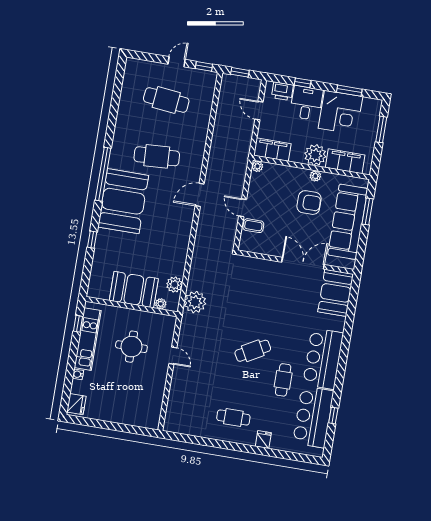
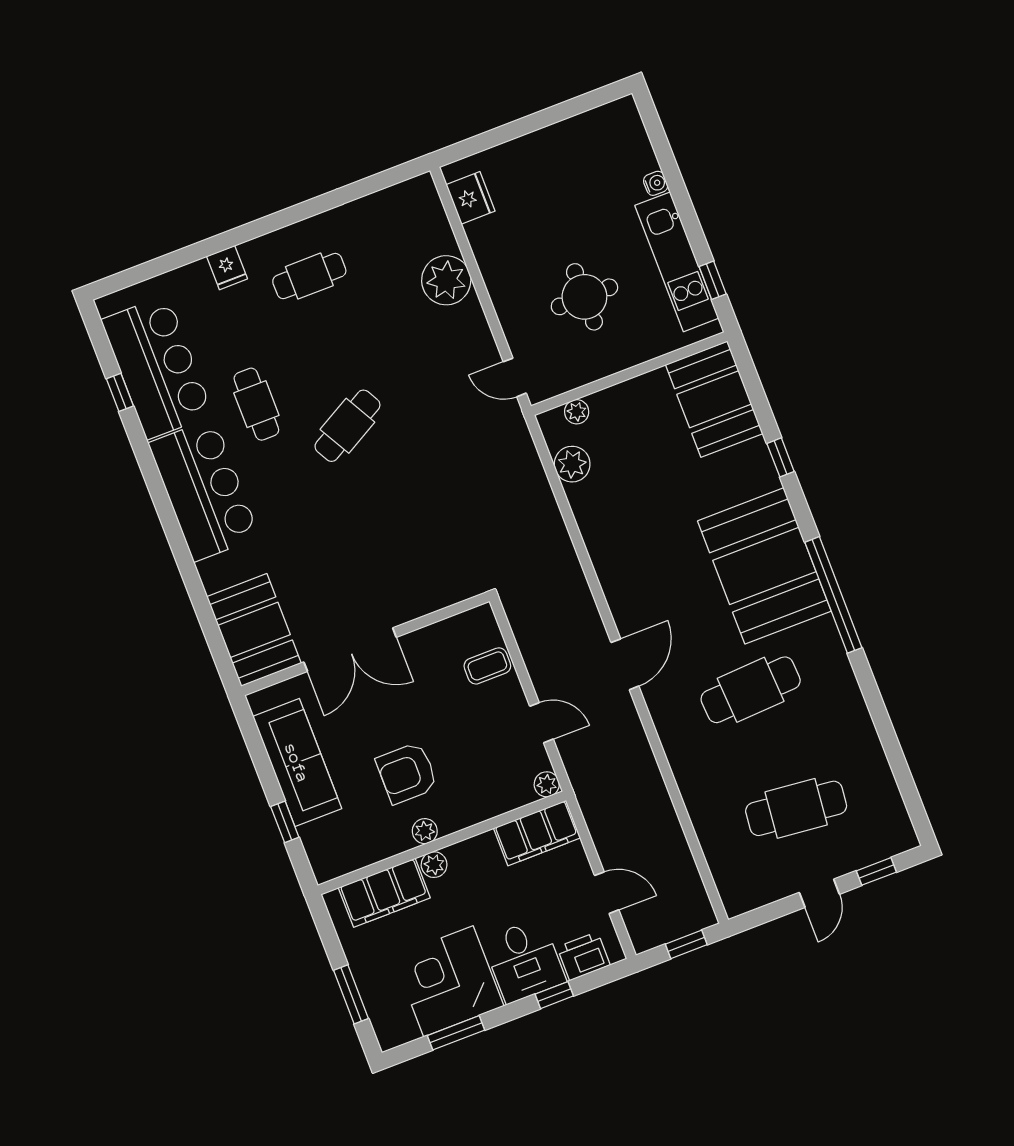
window: (204, 66) -> (876, 871), moved
plant: (315, 155) -> (434, 865), width x0.53, depth x0.53
door: (243, 208) -> (541, 723), moved
window: (368, 211) -> (285, 822), width x0.67
sofa: (348, 222) -> (297, 763), width x0.74, depth x0.79
booth: (134, 290) -> (714, 399), moved, turned 90
plant: (195, 302) -> (446, 280), moved
door: (173, 356) -> (515, 377), moved
fridge: (76, 404) -> (470, 198), moved, turned 180

